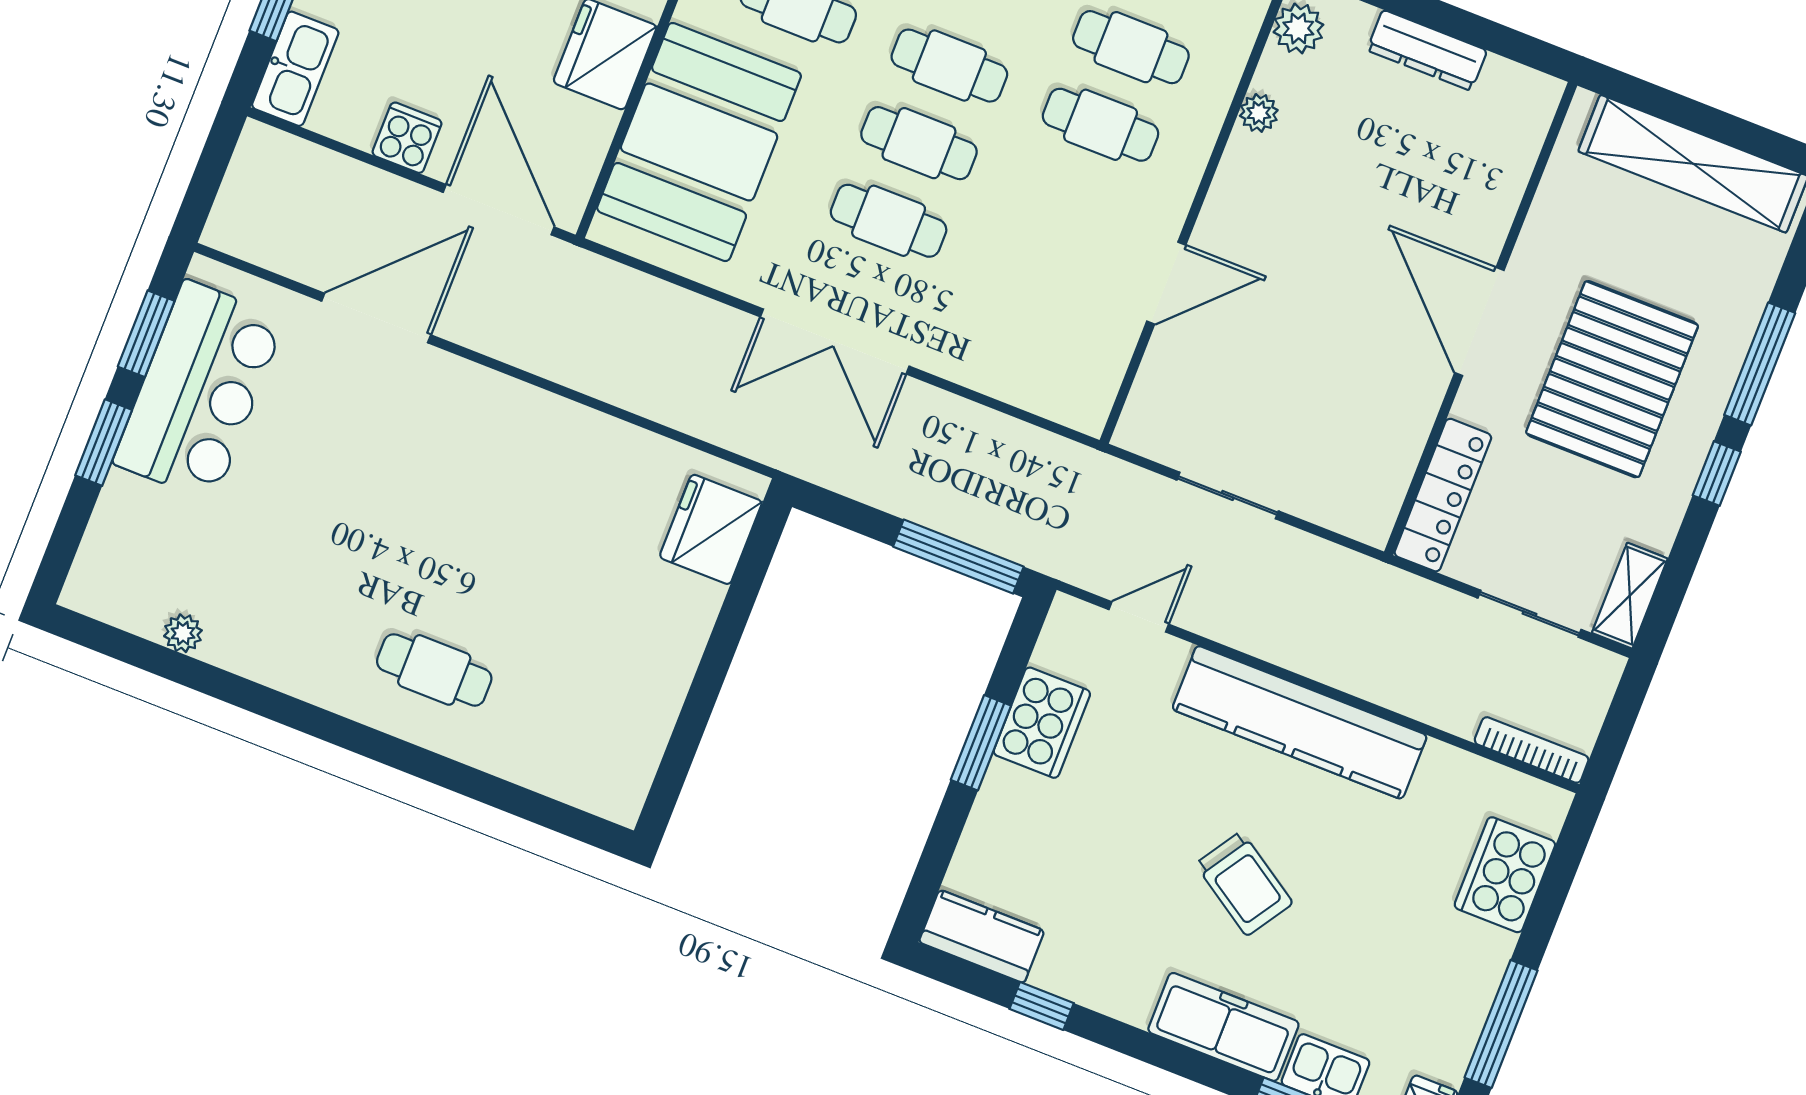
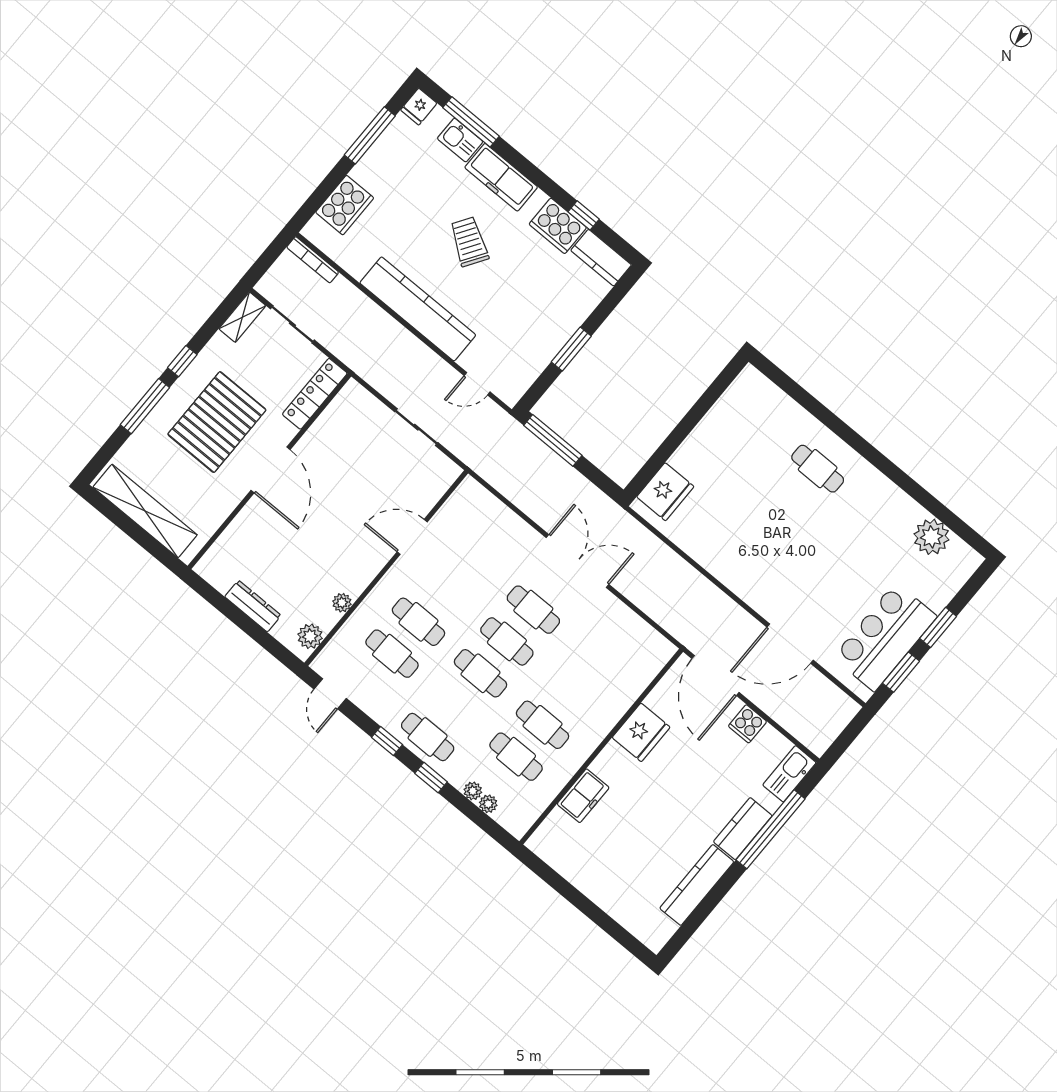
booth: (699, 142) -> (610, 676), removed
plant: (183, 633) -> (931, 537), width x1.88, depth x1.88
cooker: (1042, 723) -> (558, 226), moved, turned -90

